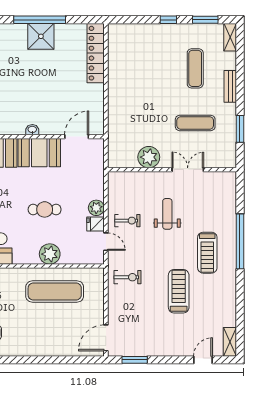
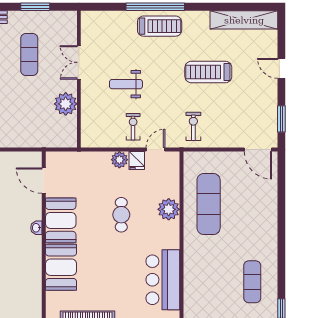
treadmill: (207, 253) -> (160, 26), moved
shelving: (230, 342) -> (244, 20), width x2.20, depth x1.33
door: (203, 360) -> (281, 68), moved

